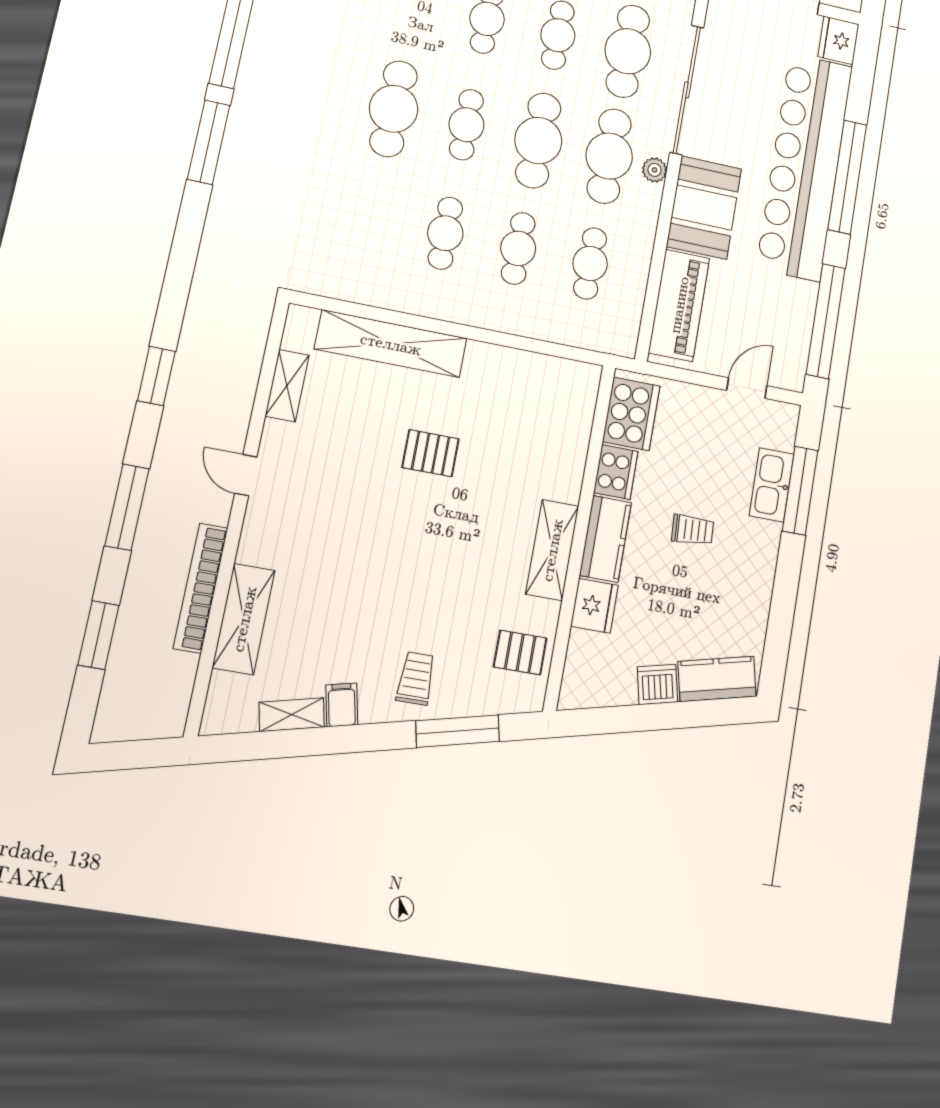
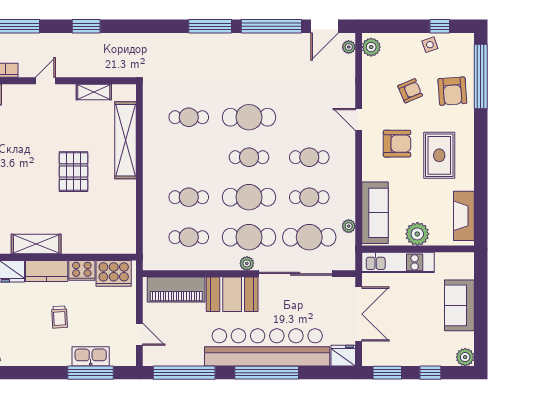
cafe table: (445, 233) -> (189, 117), moved
pallet: (430, 453) -> (74, 172), width x1.50, depth x1.42

